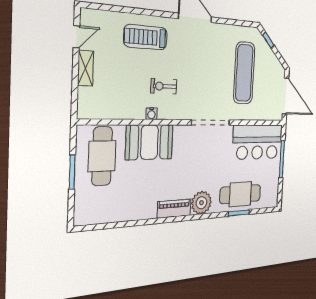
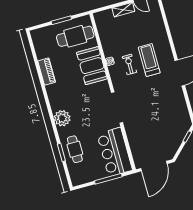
treadmill: (146, 37) -> (149, 60), moved
exercise mat: (244, 73) -> (158, 124), removed
cafe table: (240, 194) -> (75, 149), width x0.73, depth x0.74
piano: (174, 209) -> (47, 72), moved

